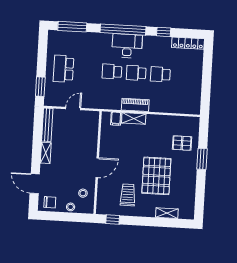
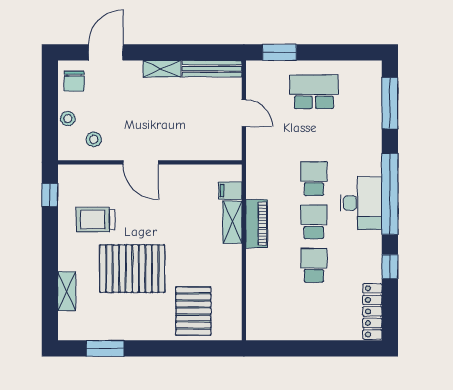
pallet: (182, 143) -> (193, 311), width x1.50, depth x1.42
window: (202, 159) -> (105, 348), moved
trolley: (128, 195) -> (95, 220), turned 180

